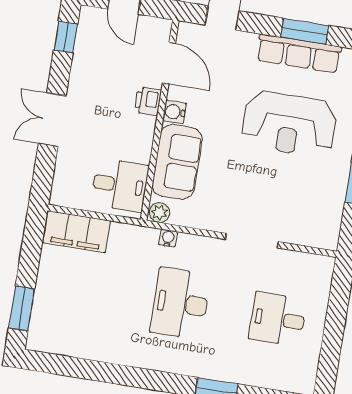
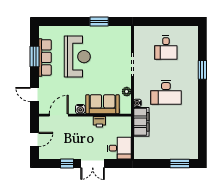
window: (66, 37) -> (67, 163), moved
printer: (148, 101) -> (99, 122), moved
desk: (120, 185) -> (119, 148), moved, turned 90
plant: (160, 213) -> (127, 92), moved
filing cabinet: (77, 232) -> (141, 122), moved

